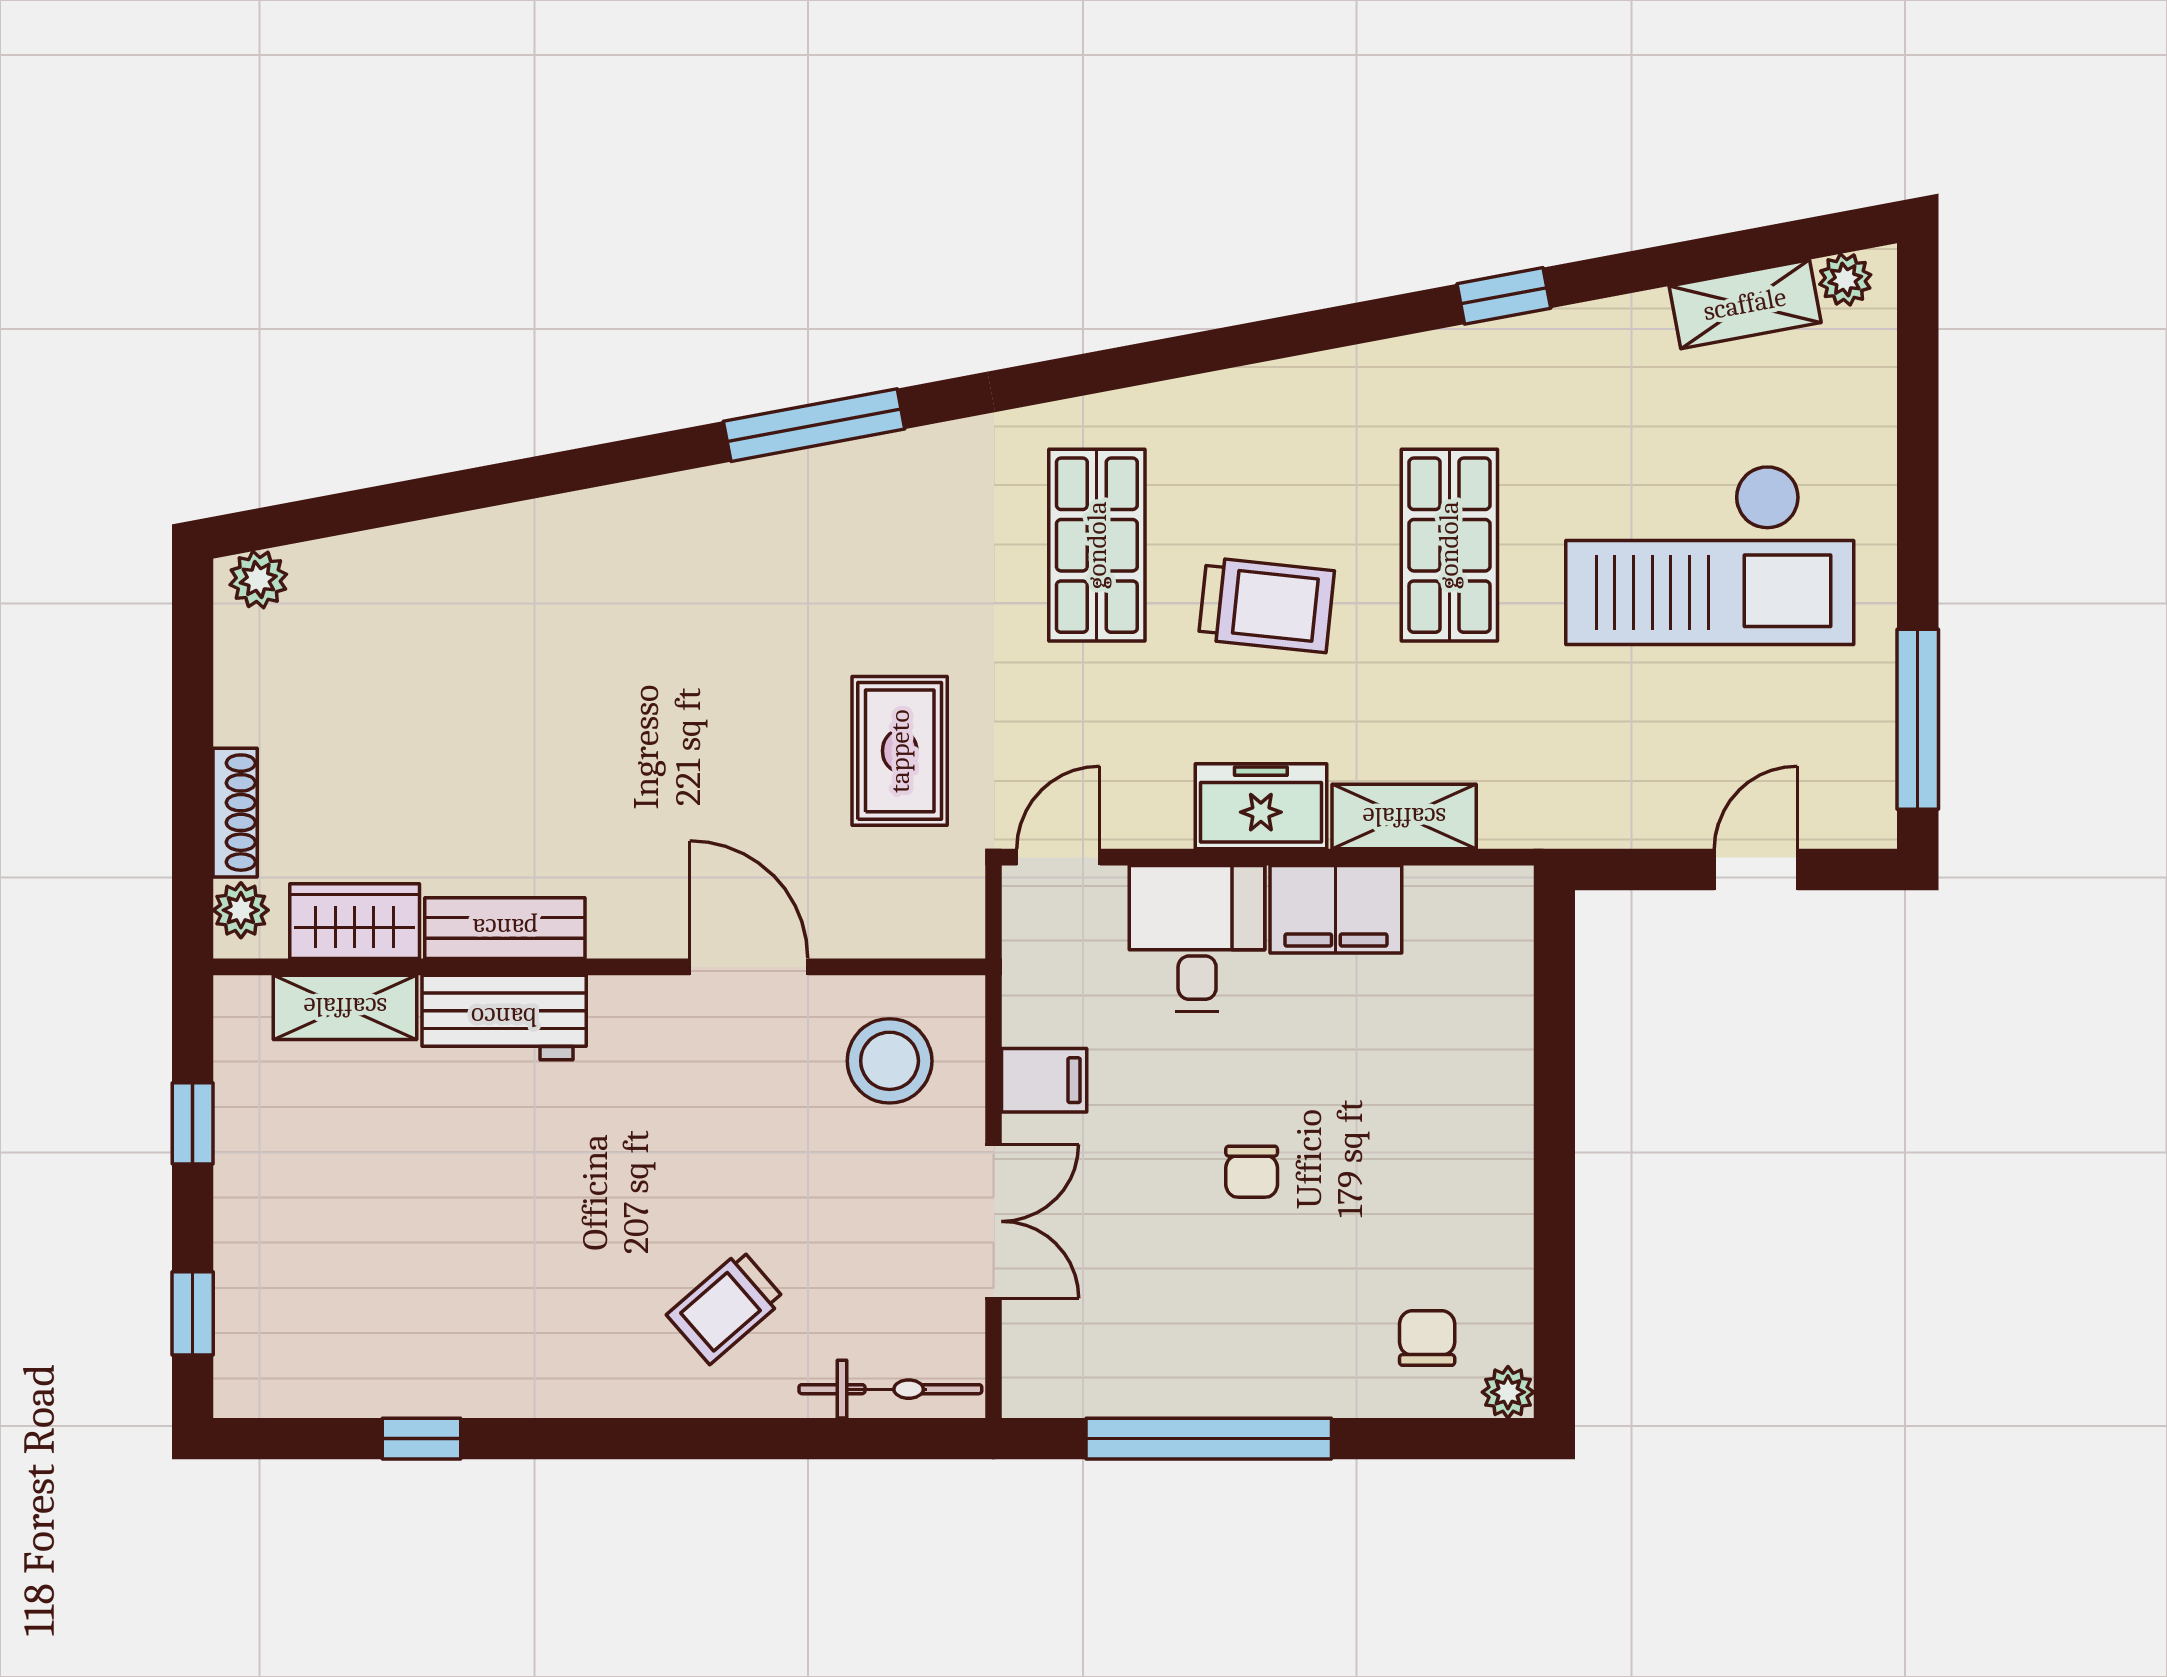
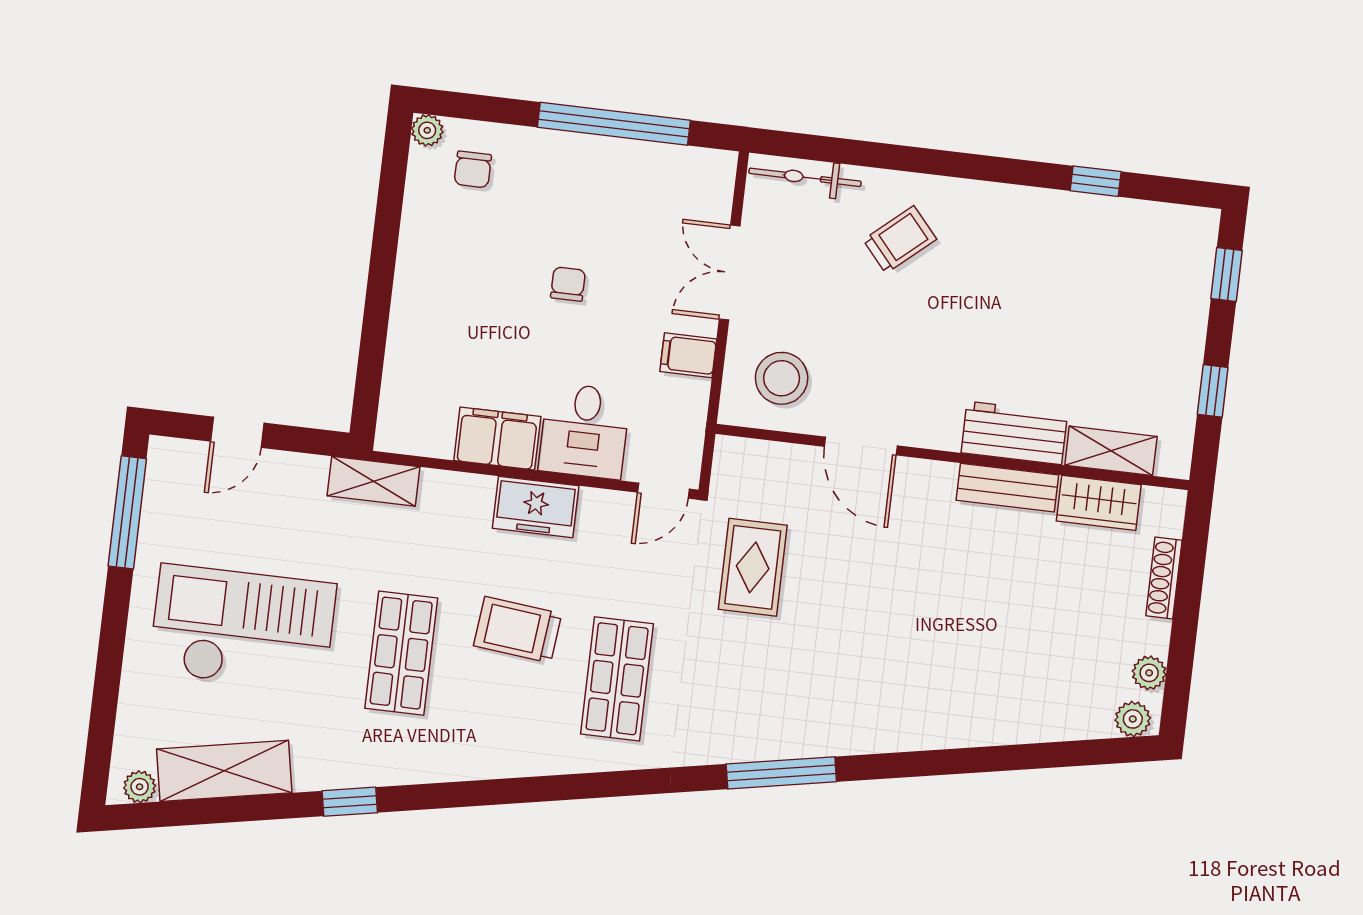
shelving: (1745, 304) -> (224, 771), width x1.50, depth x1.33
shelving: (1404, 817) -> (374, 481), moved
plant: (241, 910) -> (1149, 673), moved

